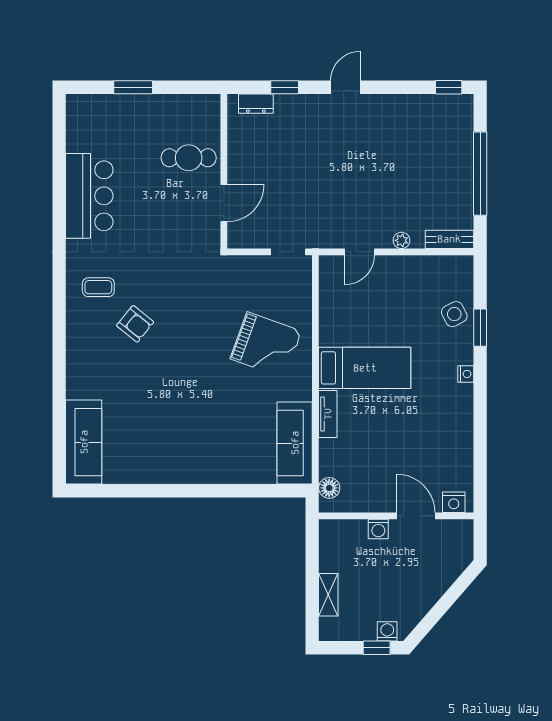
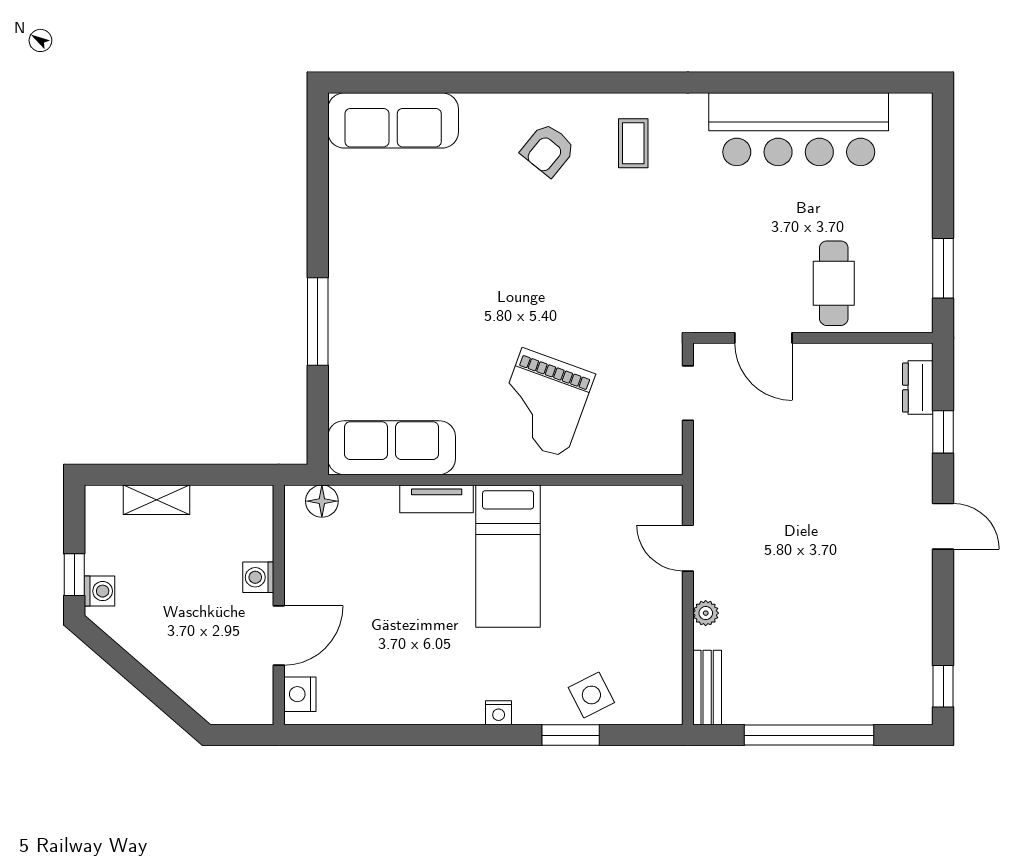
window: (133, 87) -> (943, 268), moved
bar counter: (89, 196) -> (799, 129), width x1.36
doorway: (288, 252) -> (688, 393), moved
armchair: (135, 324) -> (548, 150), moved
window: (213, 491) -> (318, 321), added

